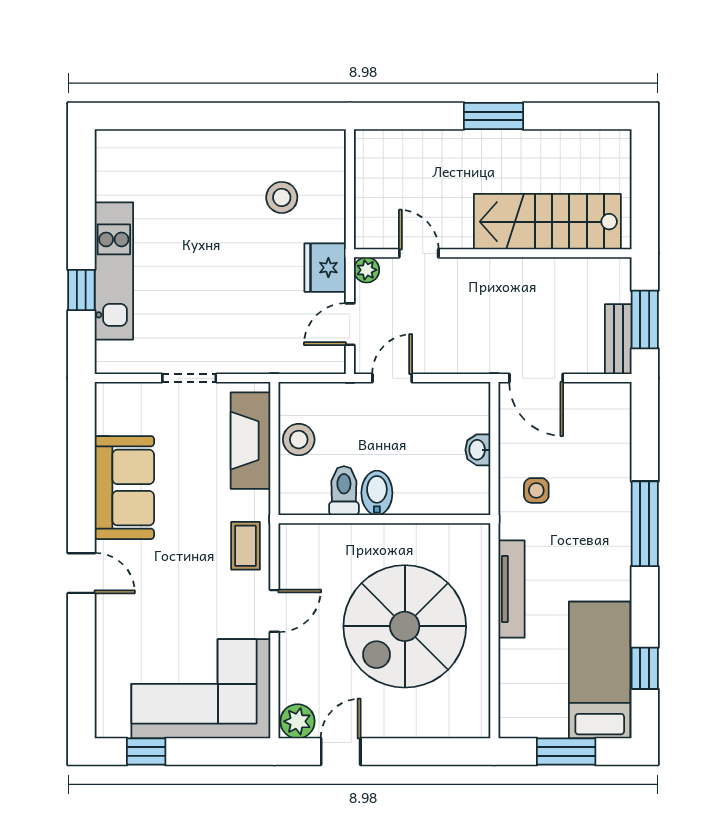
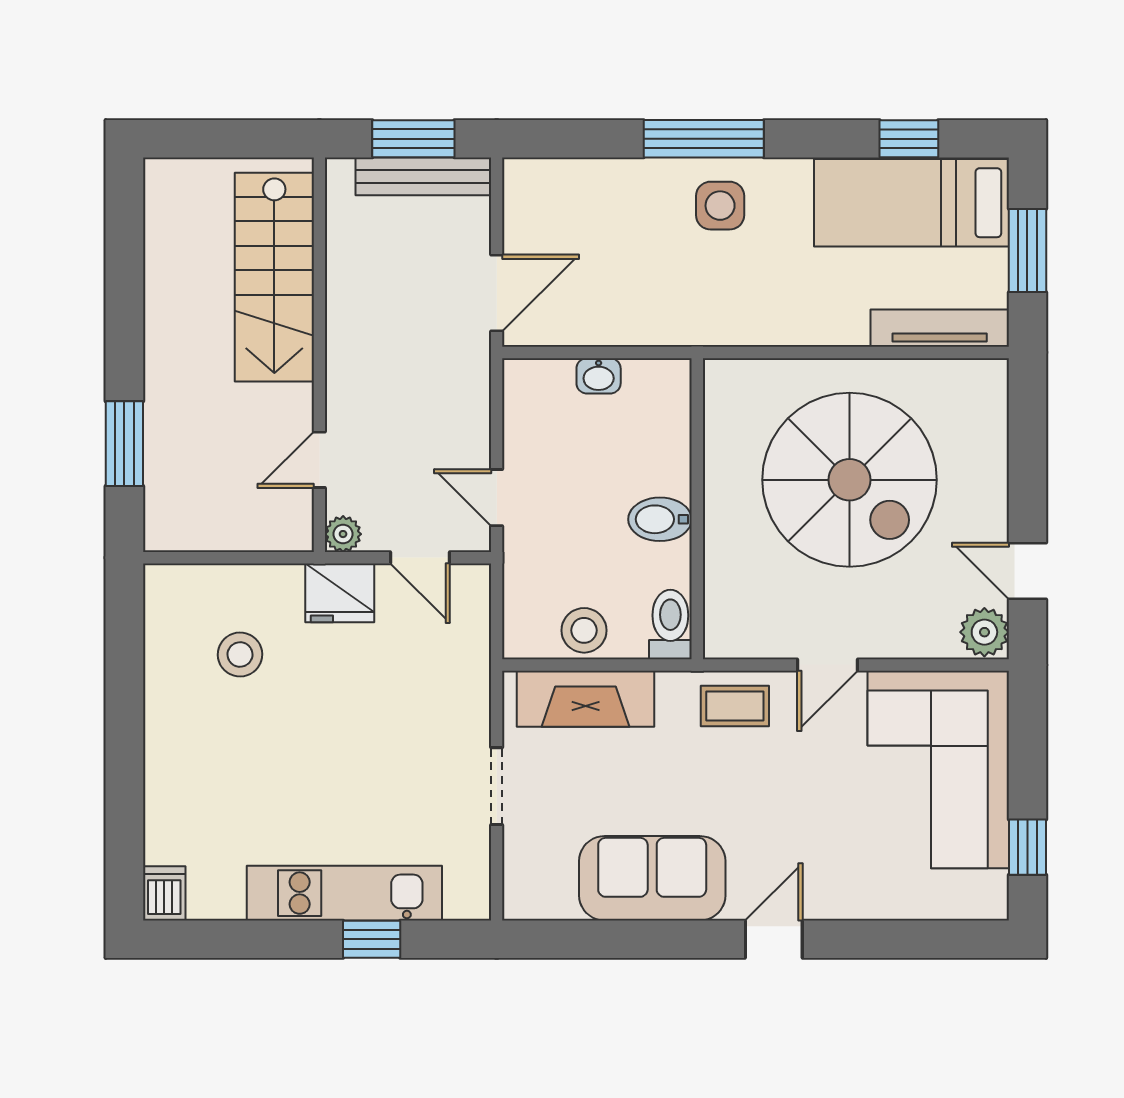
window: (494, 116) -> (124, 444), moved
dishwasher: (114, 144) -> (164, 893), added
bench: (618, 339) -> (423, 176), width x1.36
side table: (536, 490) -> (720, 206), moved, width x1.37, depth x1.37
toilet: (344, 491) -> (670, 624), moved, turned 90
tv unit: (511, 589) -> (940, 328), moved
door: (274, 611) -> (827, 665), swing flipped

